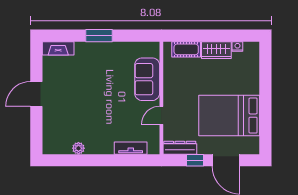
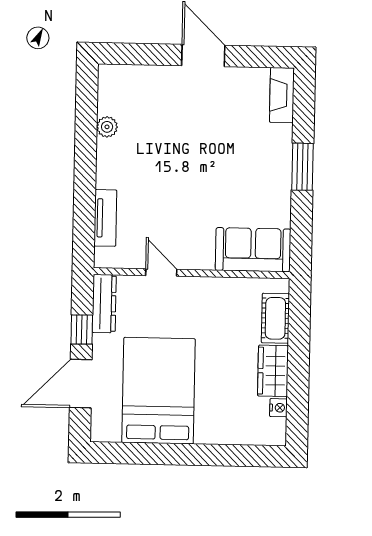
sofa: (147, 79) -> (253, 250), moved

